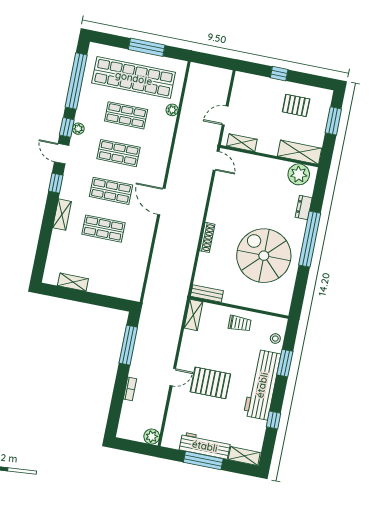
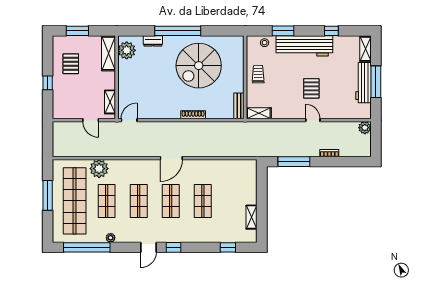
plant: (172, 110) -> (99, 169), width x1.88, depth x1.88
window: (67, 127) -> (228, 247), moved
plant: (78, 129) -> (111, 238), moved
shelving: (62, 215) -> (198, 237), removed
pallet: (210, 383) -> (311, 88), width x0.67, depth x0.71

